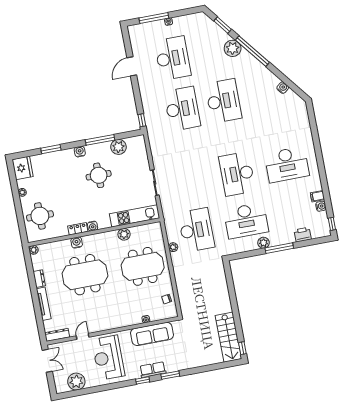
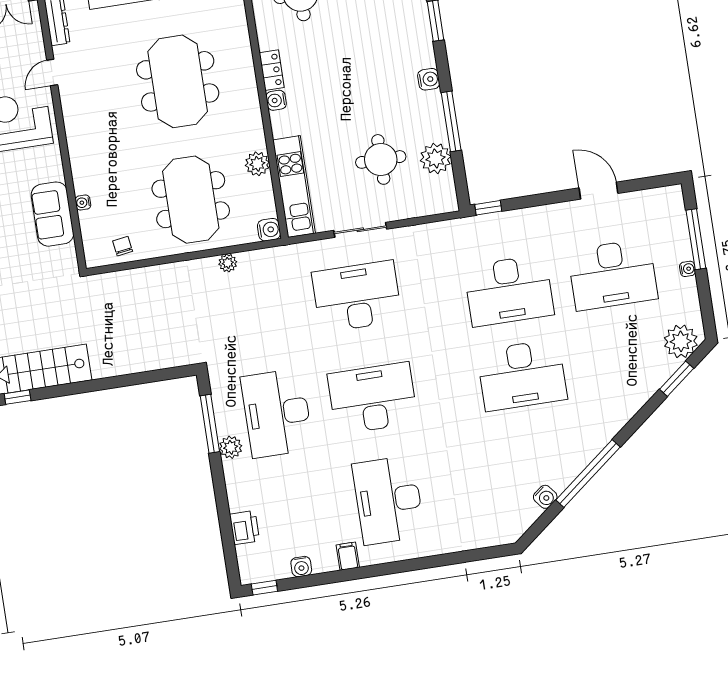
plant: (233, 48) -> (681, 341), moved
window: (252, 51) -> (588, 474), moved
round table: (99, 175) -> (381, 159), moved
filing cabinet: (317, 196) -> (348, 556), moved
desk: (196, 230) -> (357, 296), moved, turned 180
water cooler: (77, 243) -> (269, 230), moved
window: (279, 248) -> (210, 424), moved
sofa: (152, 334) -> (52, 214), width x0.73
door: (83, 336) -> (52, 73), swing flipped

